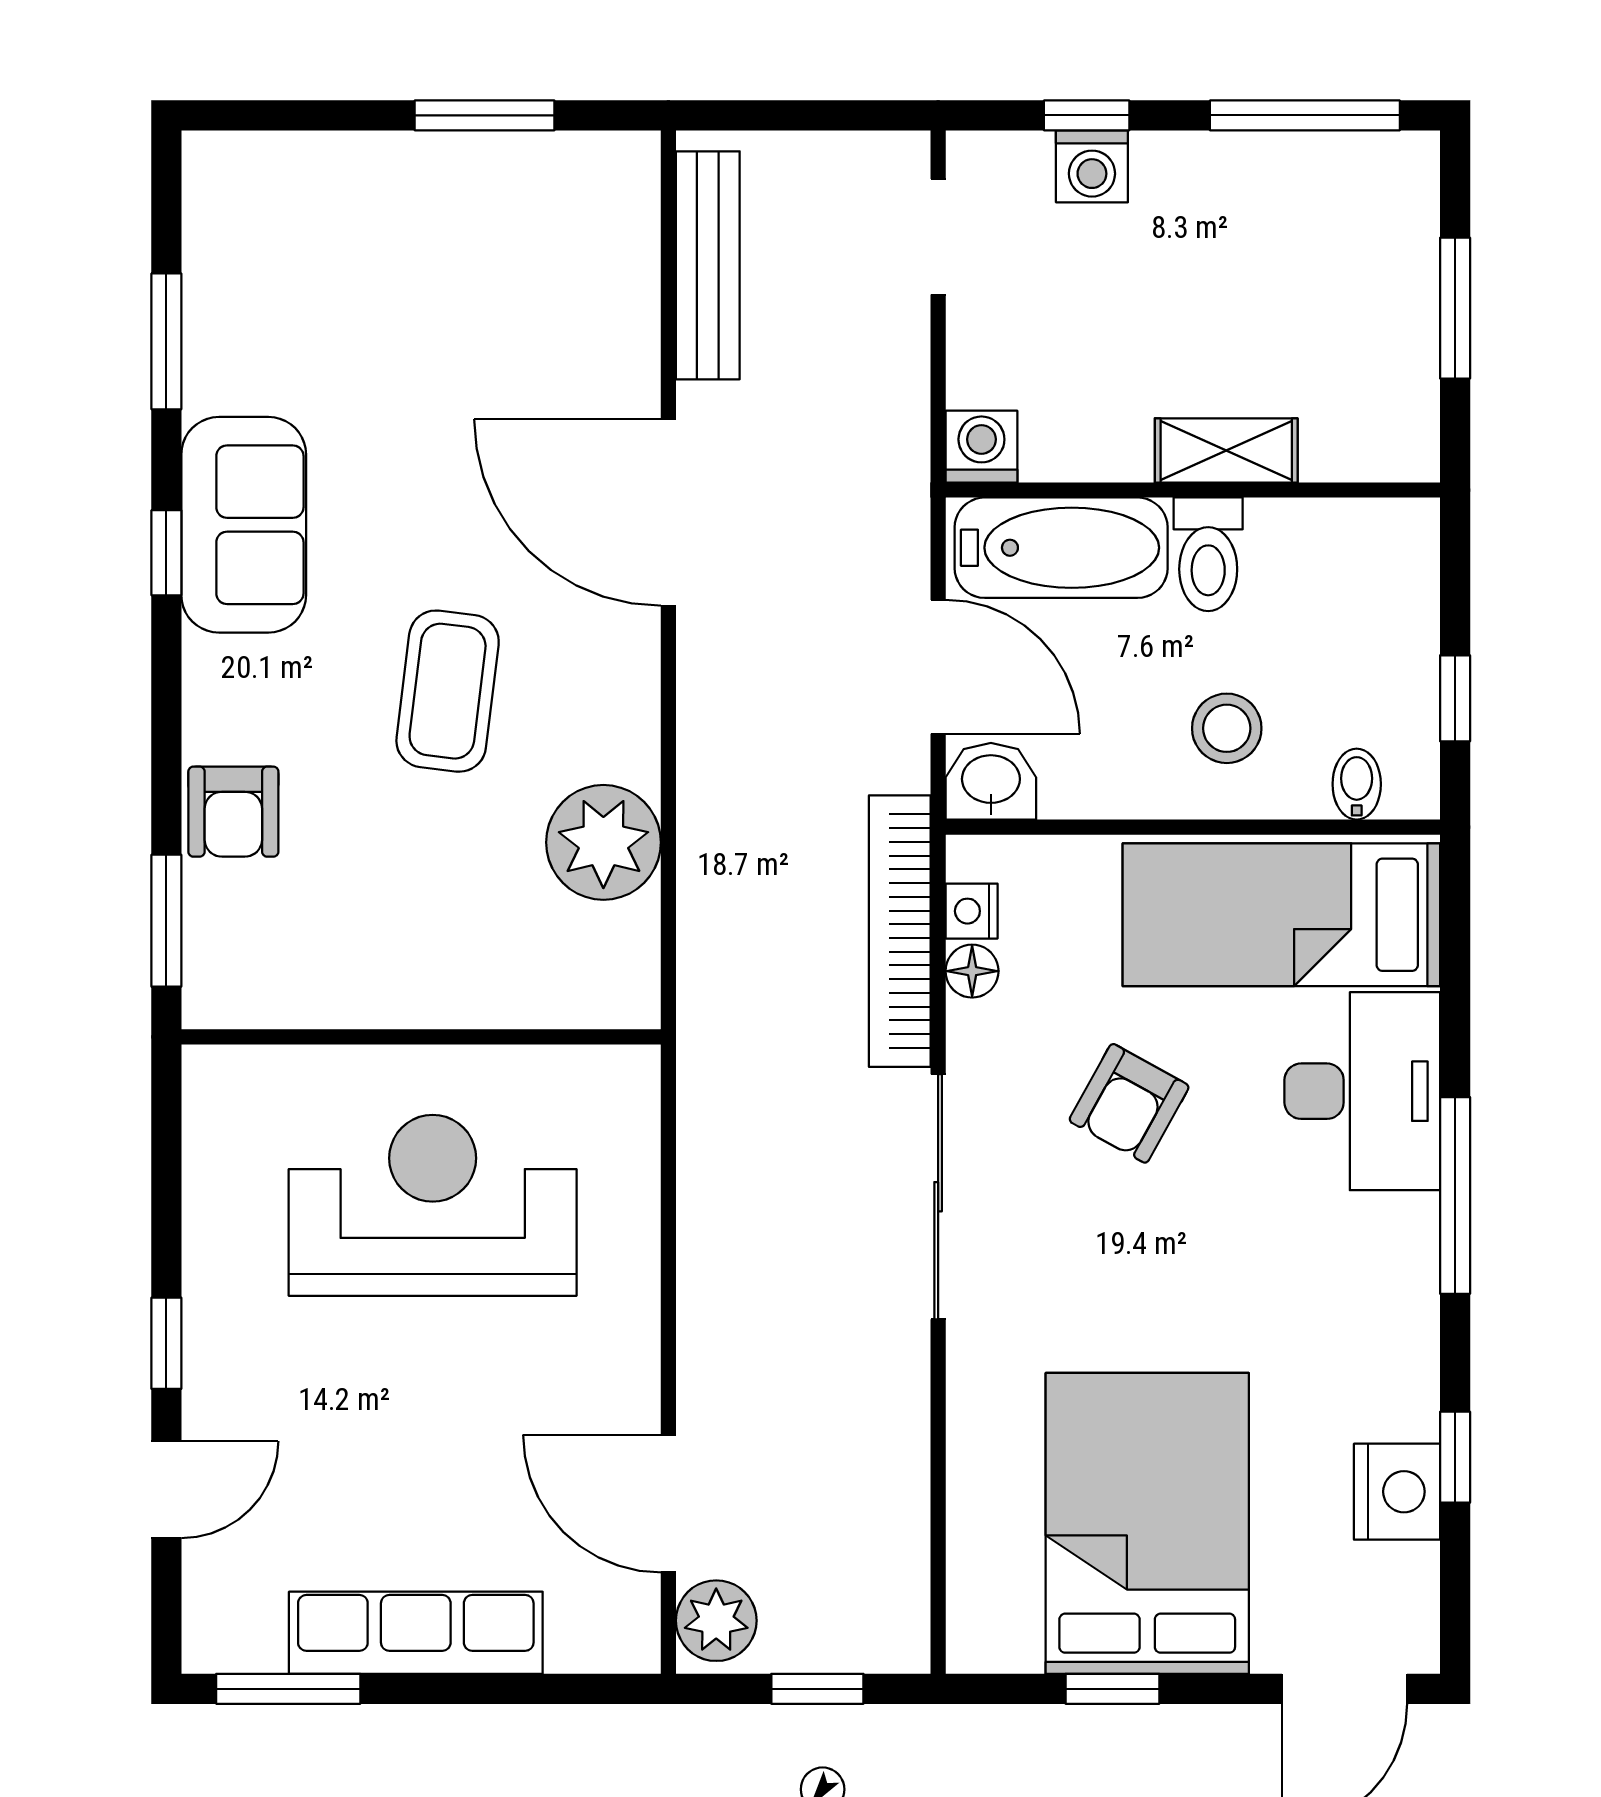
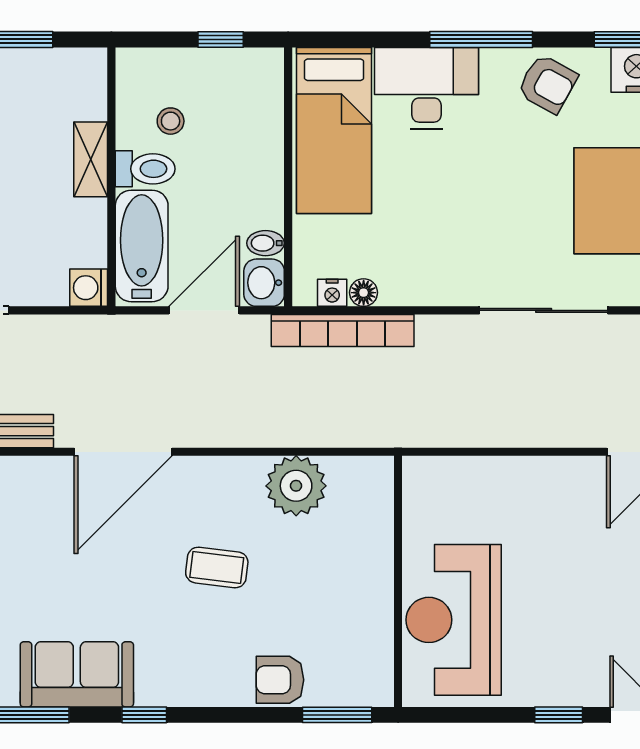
sofa: (244, 525) -> (77, 674), moved
coffee table: (448, 691) -> (217, 567), width x0.73, depth x0.77
stool: (1227, 728) -> (171, 121), moved, width x0.73, depth x0.73
bidet: (1357, 784) -> (266, 243), moved
armchair: (233, 812) -> (280, 680), turned 180
armchair: (1129, 1103) -> (547, 84), moved
sliding door: (938, 1197) -> (544, 310), moved
reception desk: (433, 1205) -> (454, 620), moved

